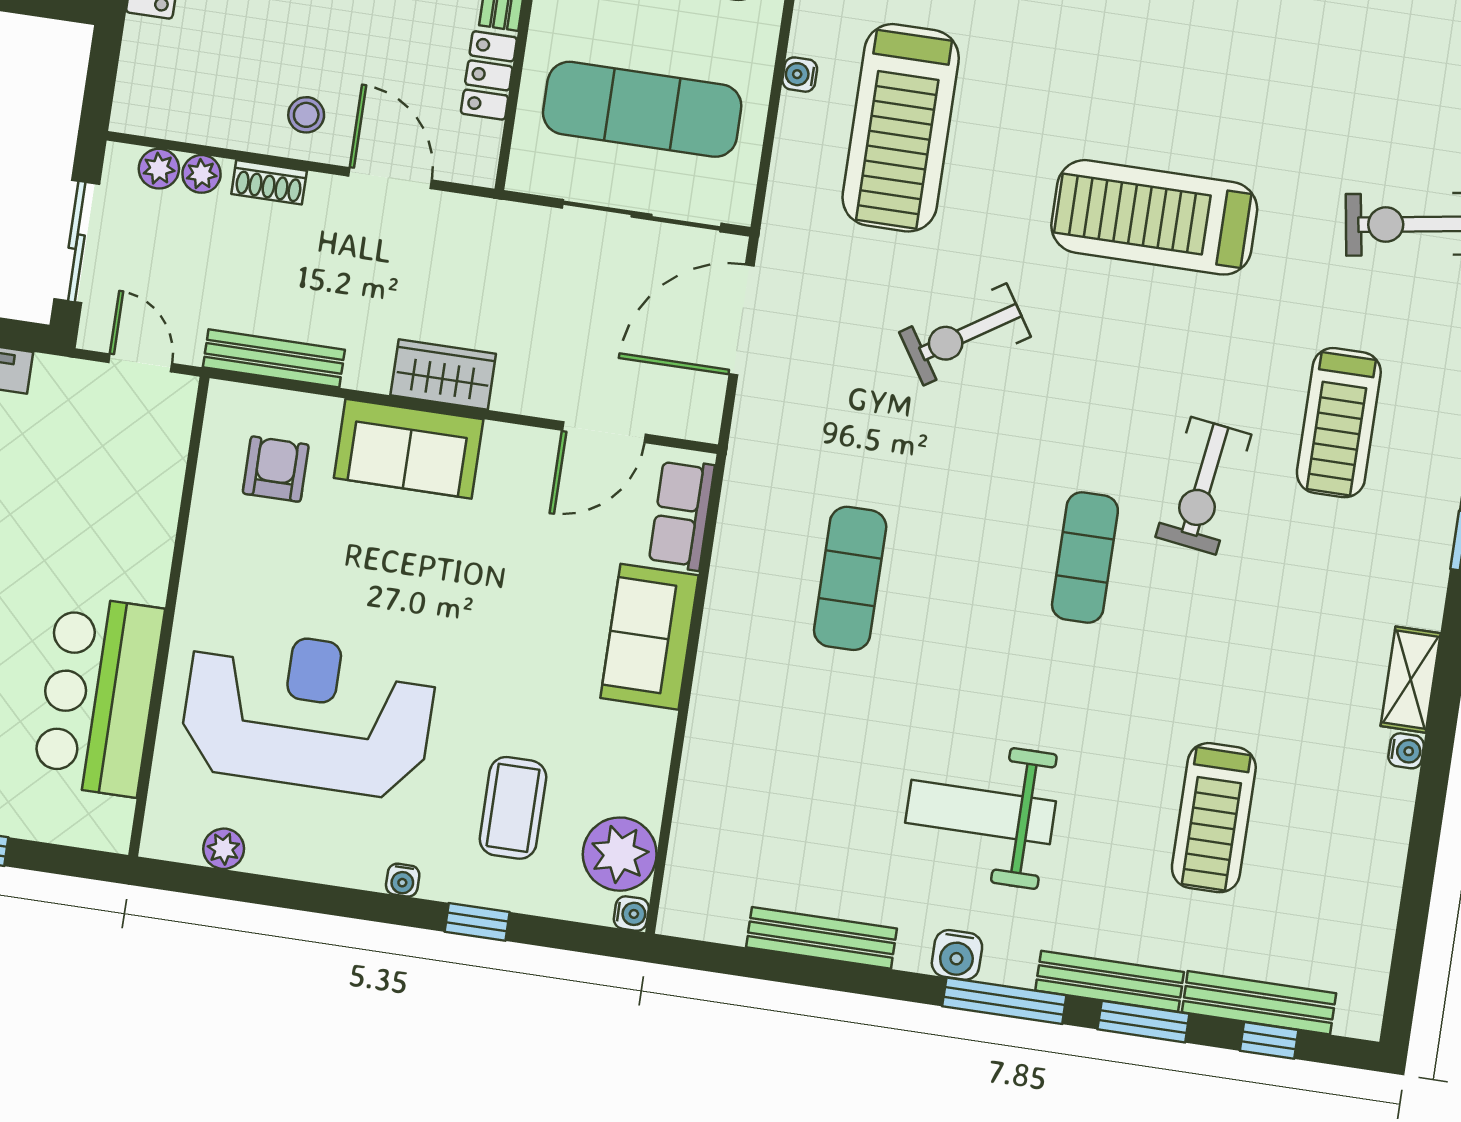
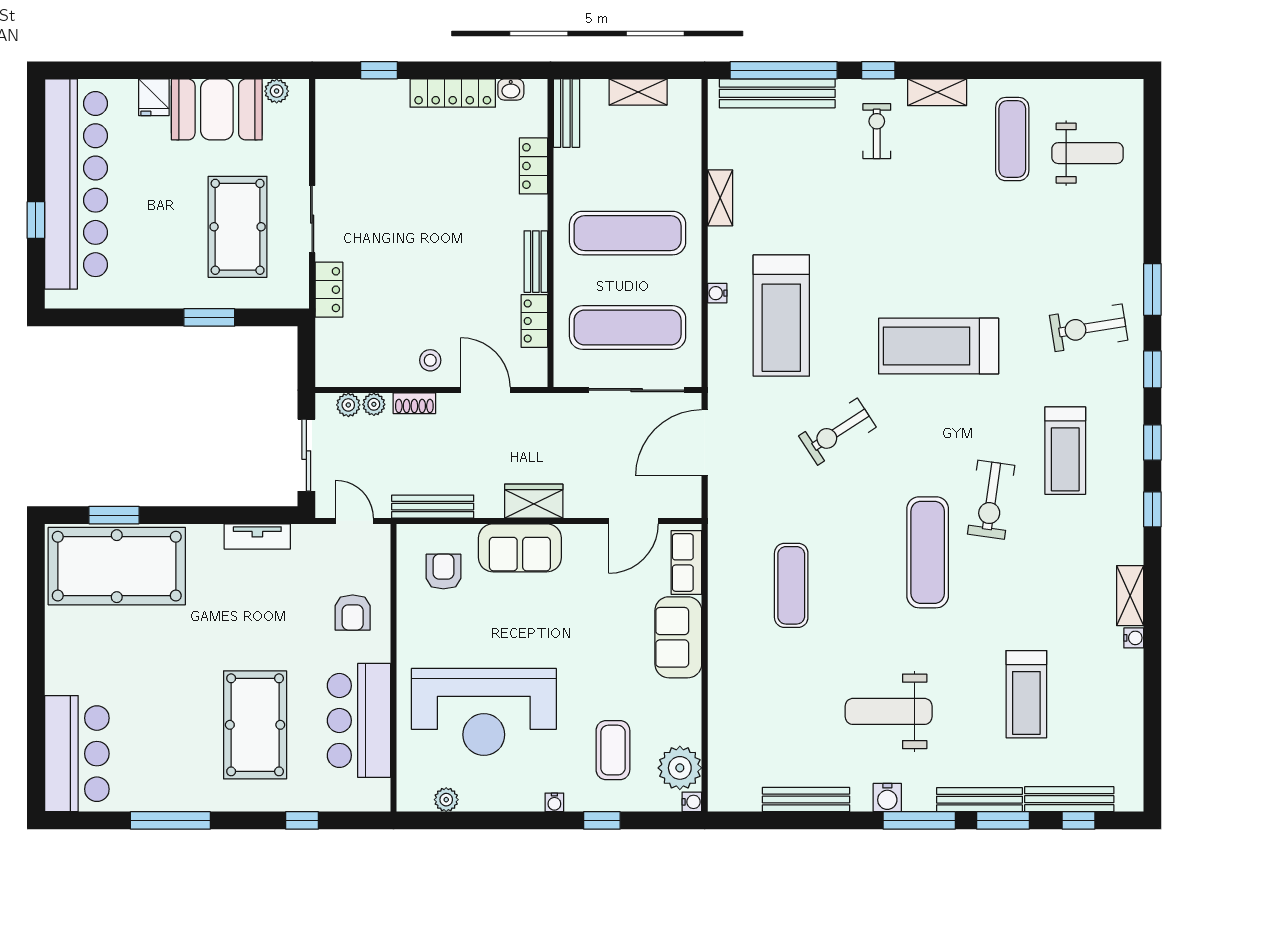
armchair: (115, 515) -> (353, 613), added
exercise mat: (1085, 557) -> (928, 552), width x1.36, depth x1.45
reception desk: (308, 712) -> (484, 712), turned 180

